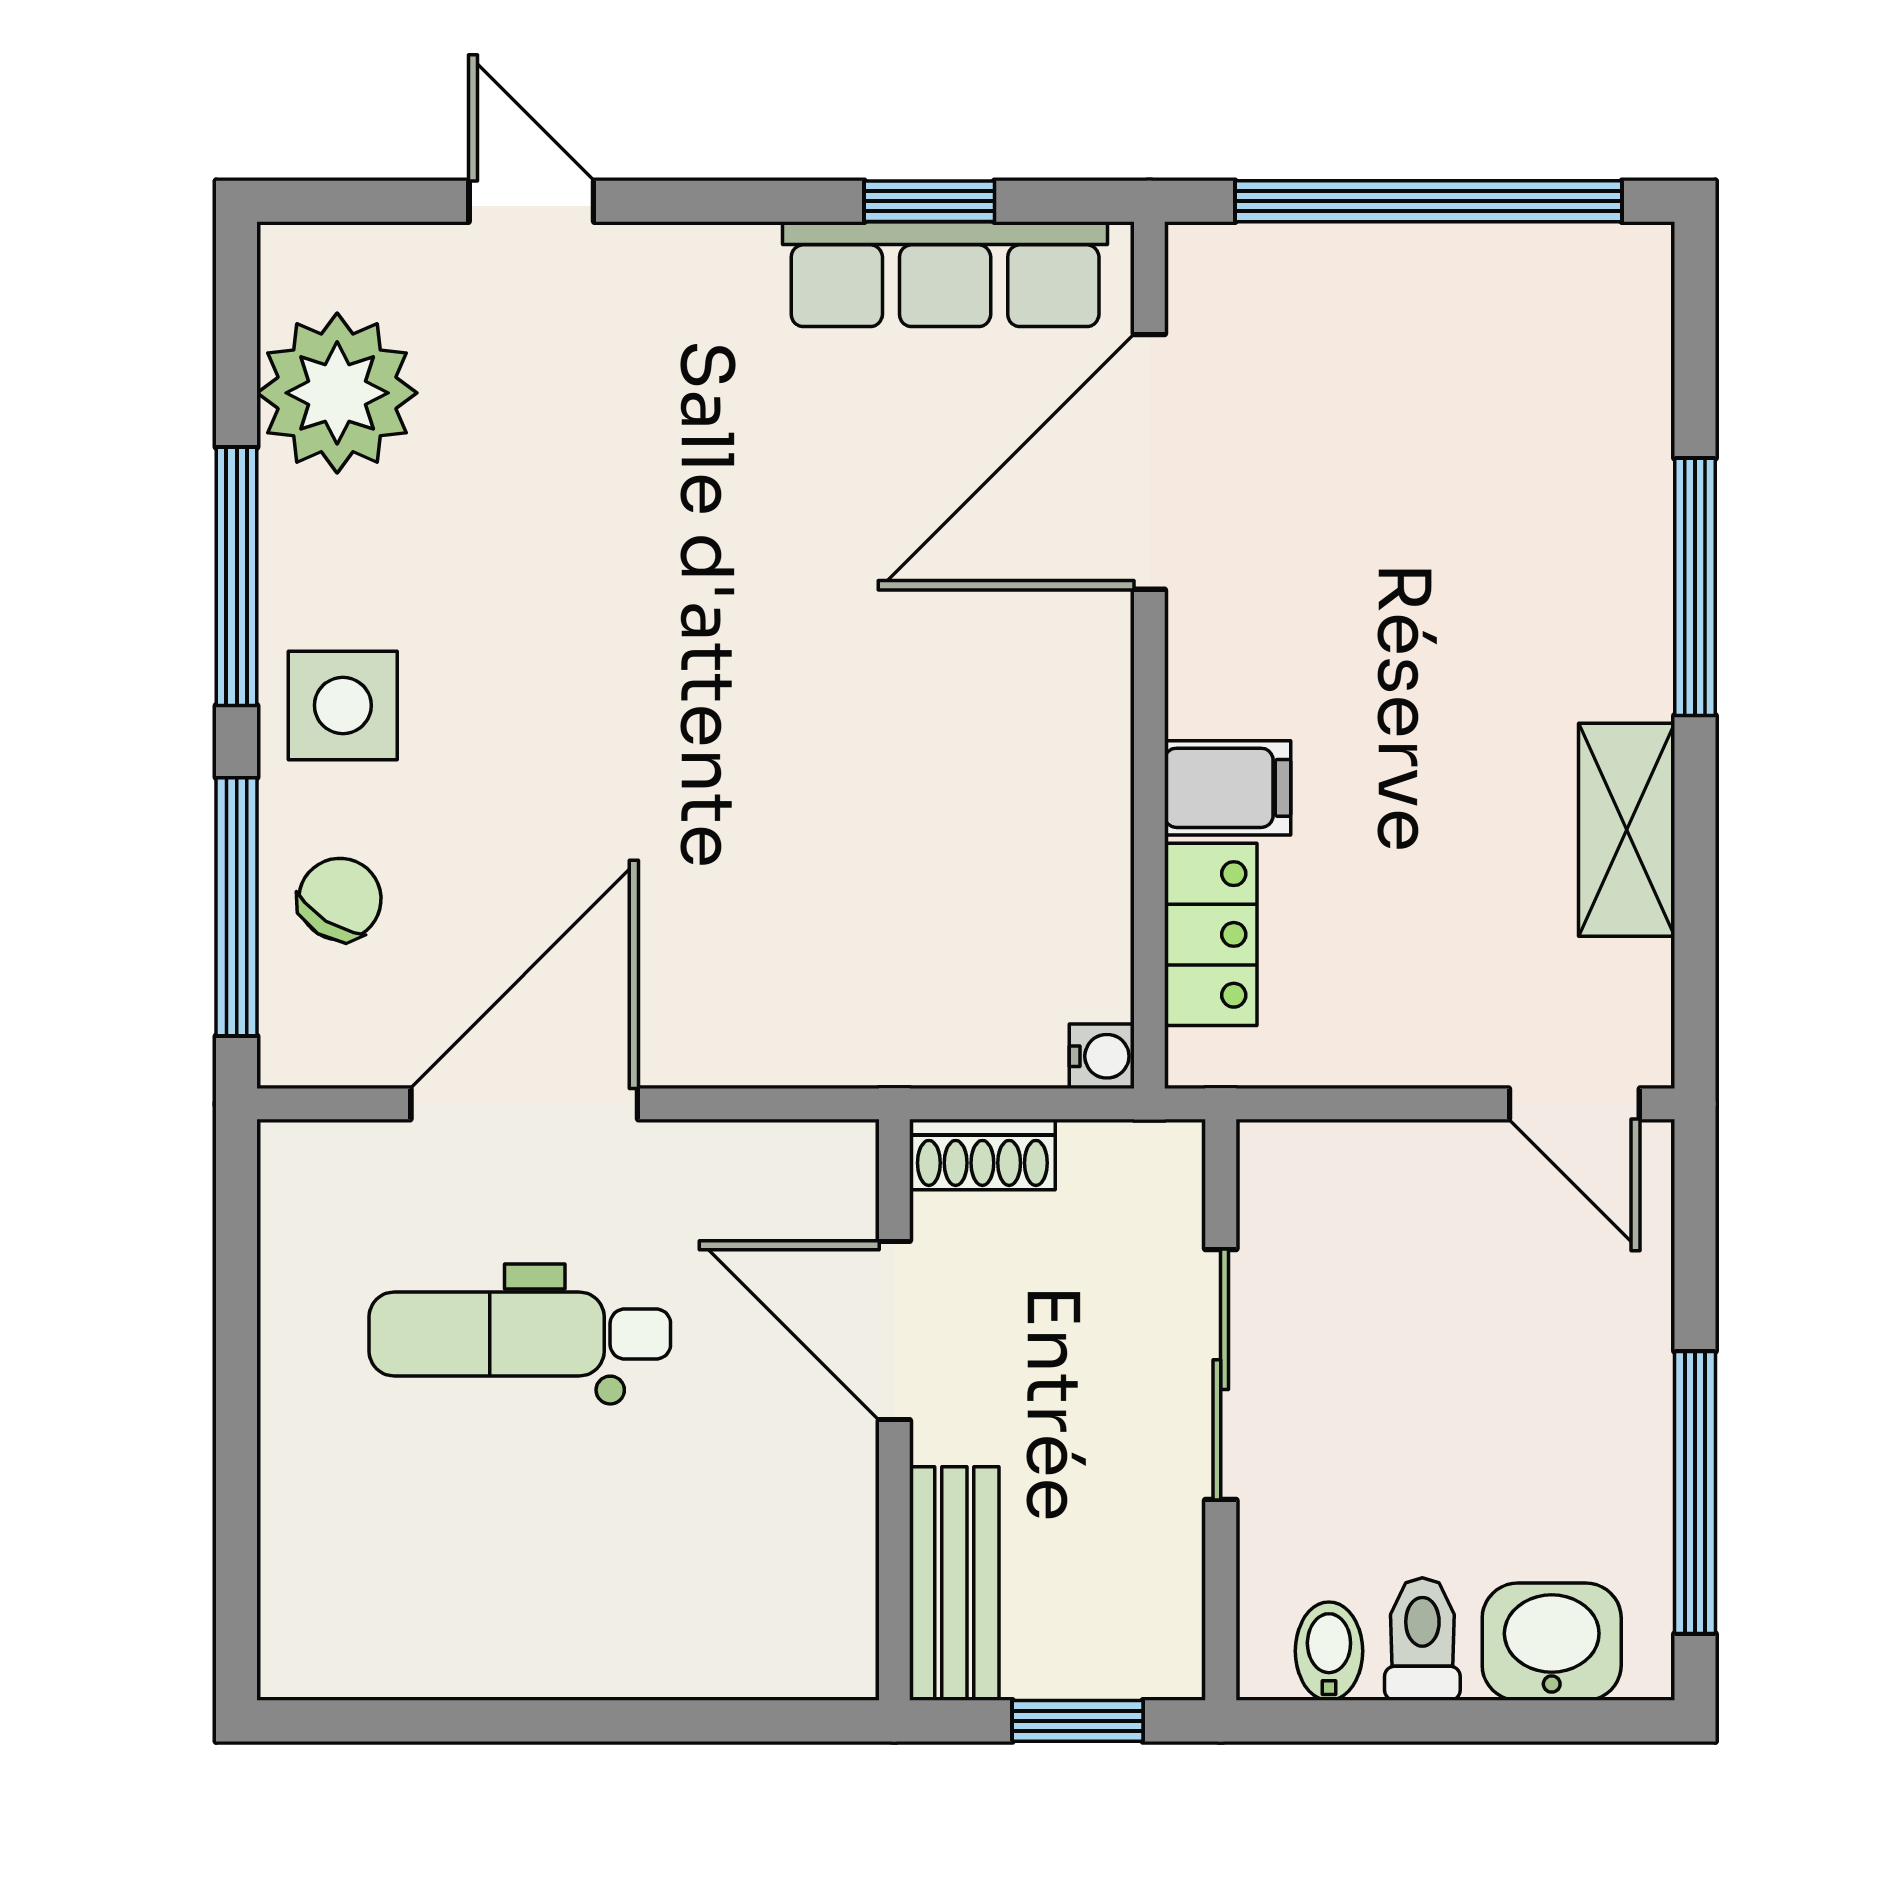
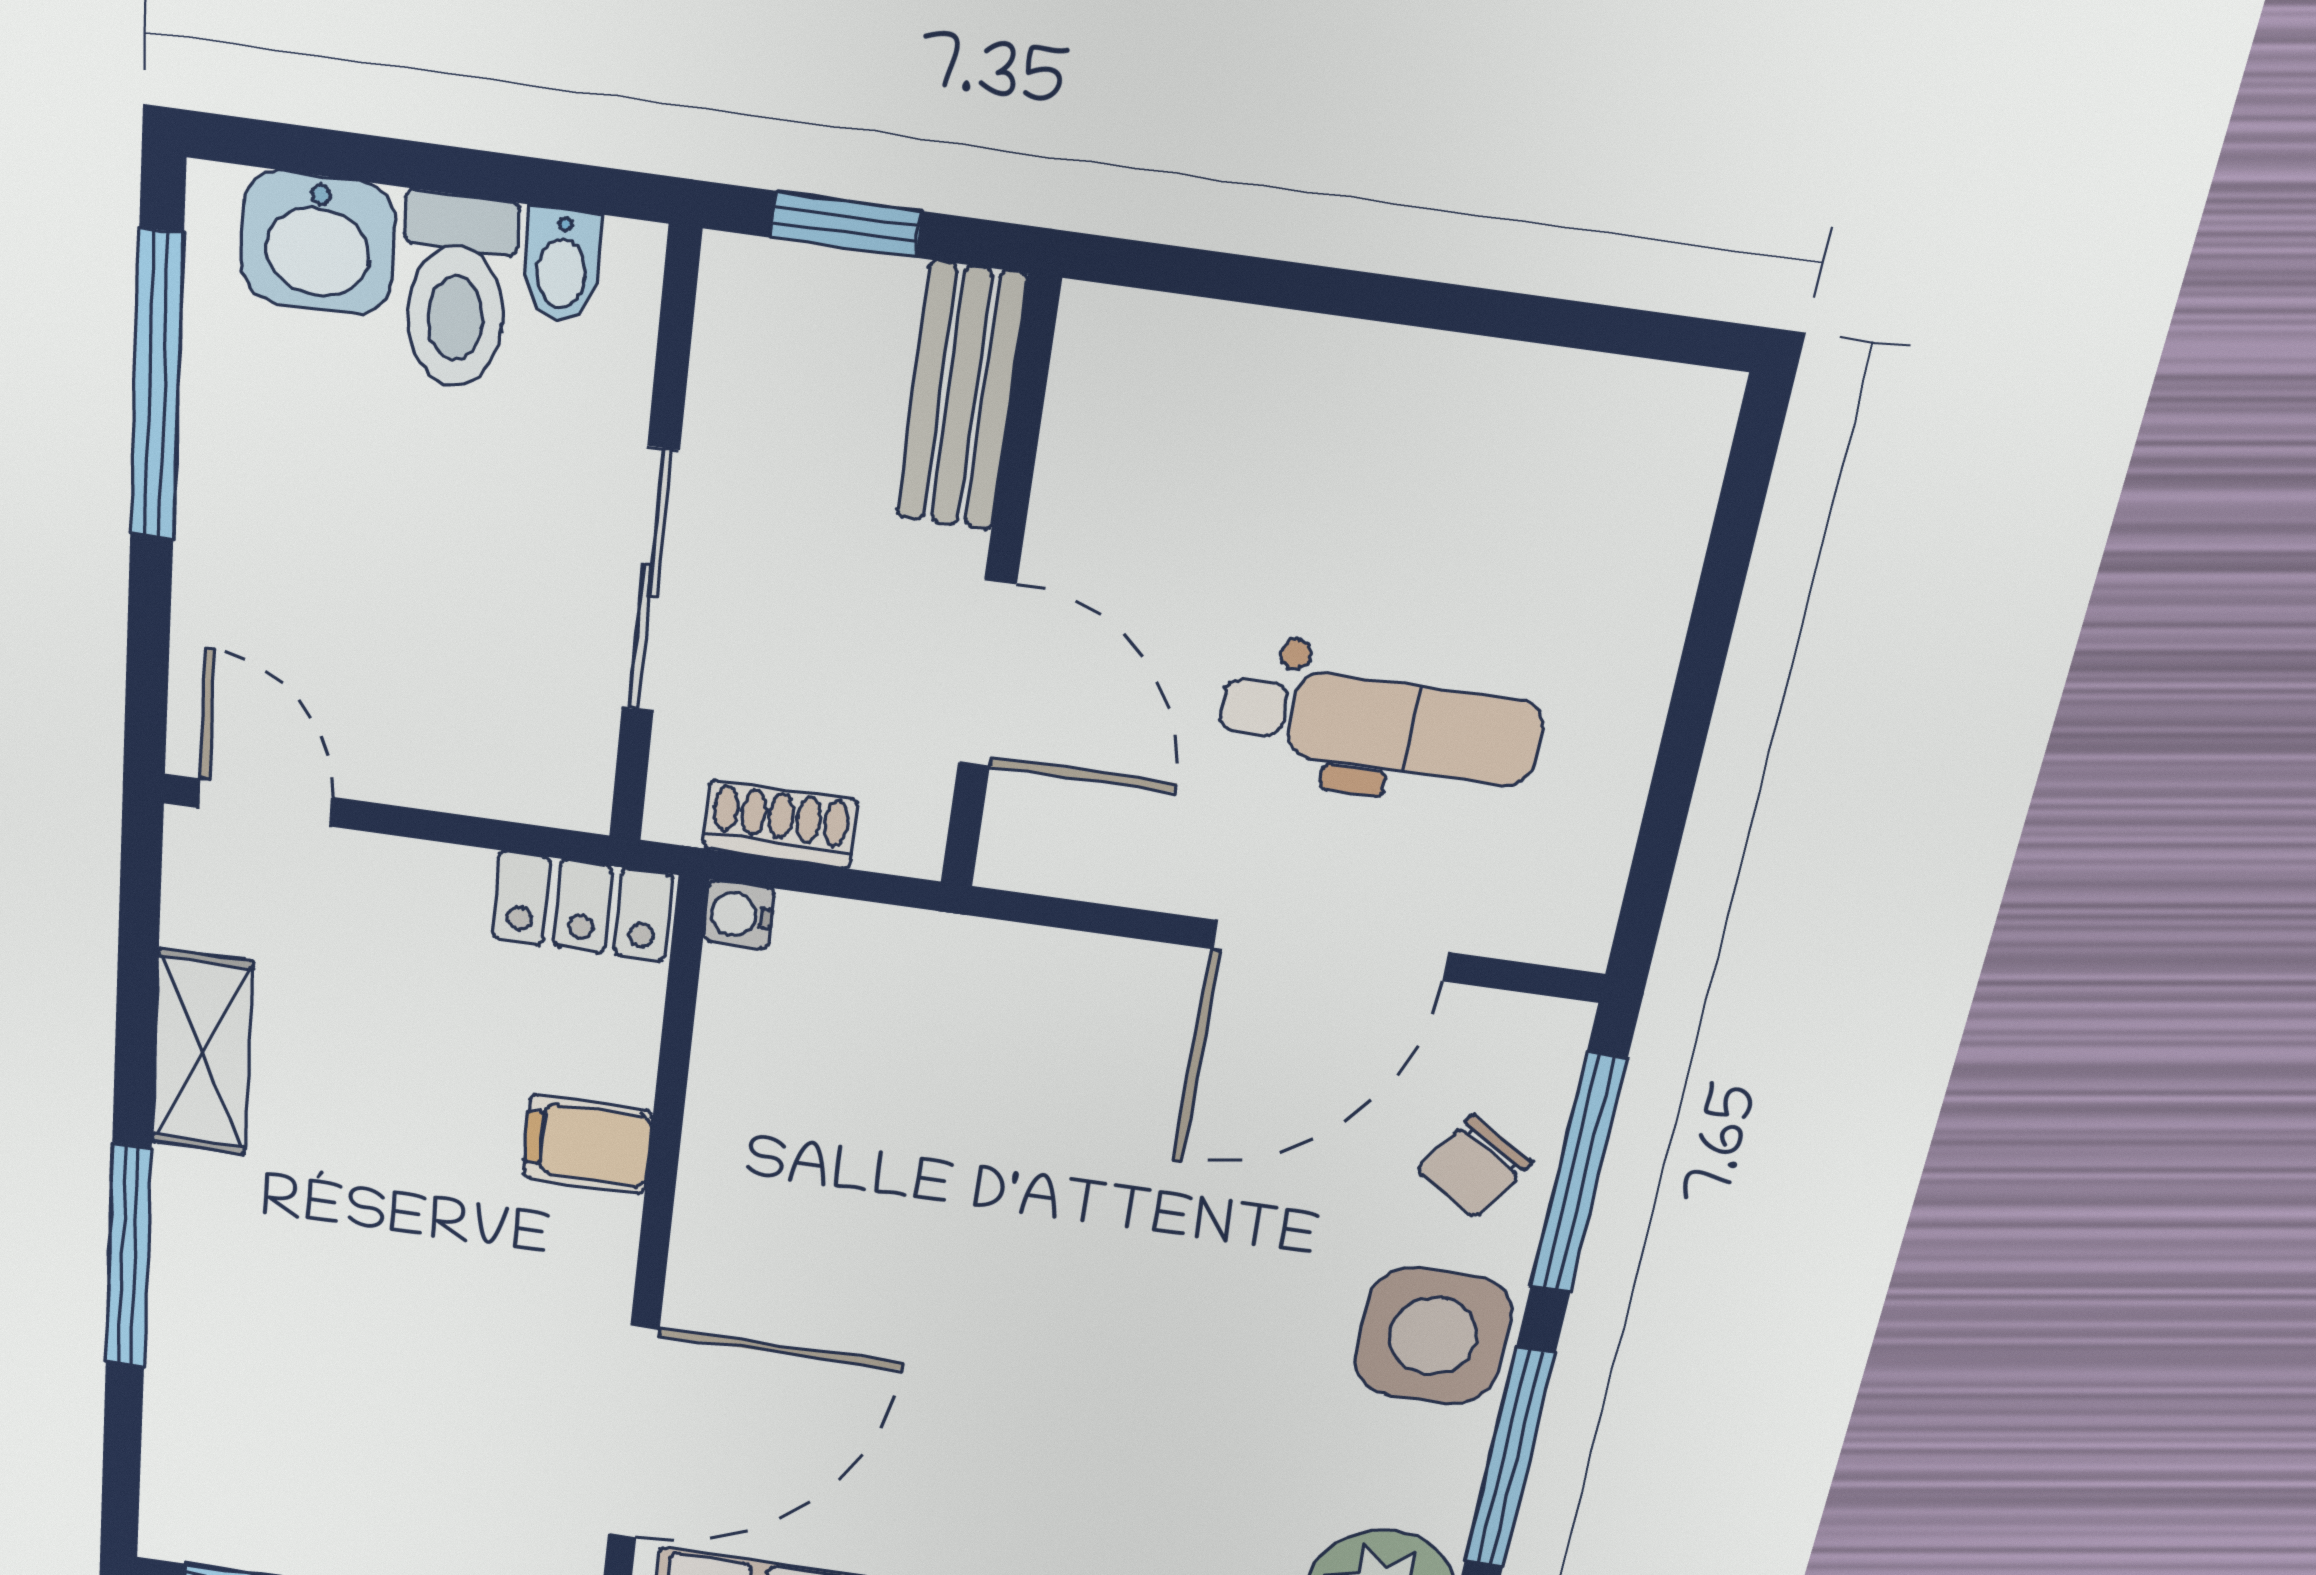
side table: (343, 705) -> (1433, 1336), width x1.37, depth x1.37
locker: (1211, 934) -> (582, 906), moved, turned -90
shoe rack: (982, 1154) -> (780, 824), moved
toilet: (1422, 1639) -> (457, 292), width x1.37, depth x1.39

